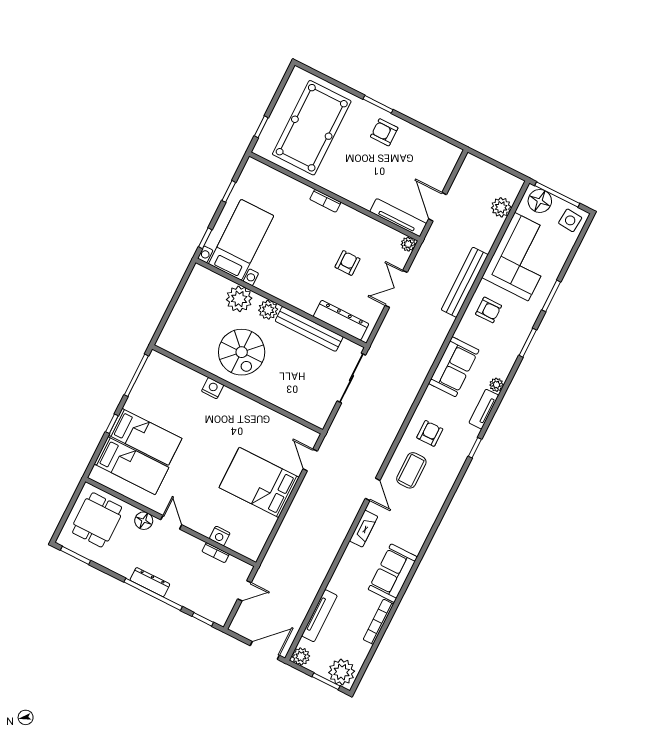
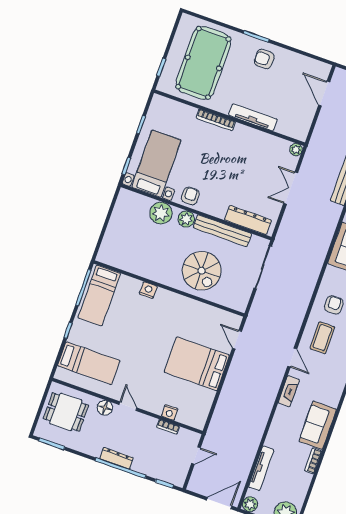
bookcase: (325, 201) -> (216, 120), width x1.56
door: (438, 207) -> (324, 94), moved
tv unit: (398, 218) -> (253, 117), moved
armchair: (347, 263) -> (190, 196), moved
spiral stairs: (242, 352) -> (202, 271), moved
bed: (145, 437) -> (99, 296), moved, turned 90
dining table: (97, 520) -> (66, 412), turned 90
bookcase: (378, 622) -> (313, 461), width x0.64

